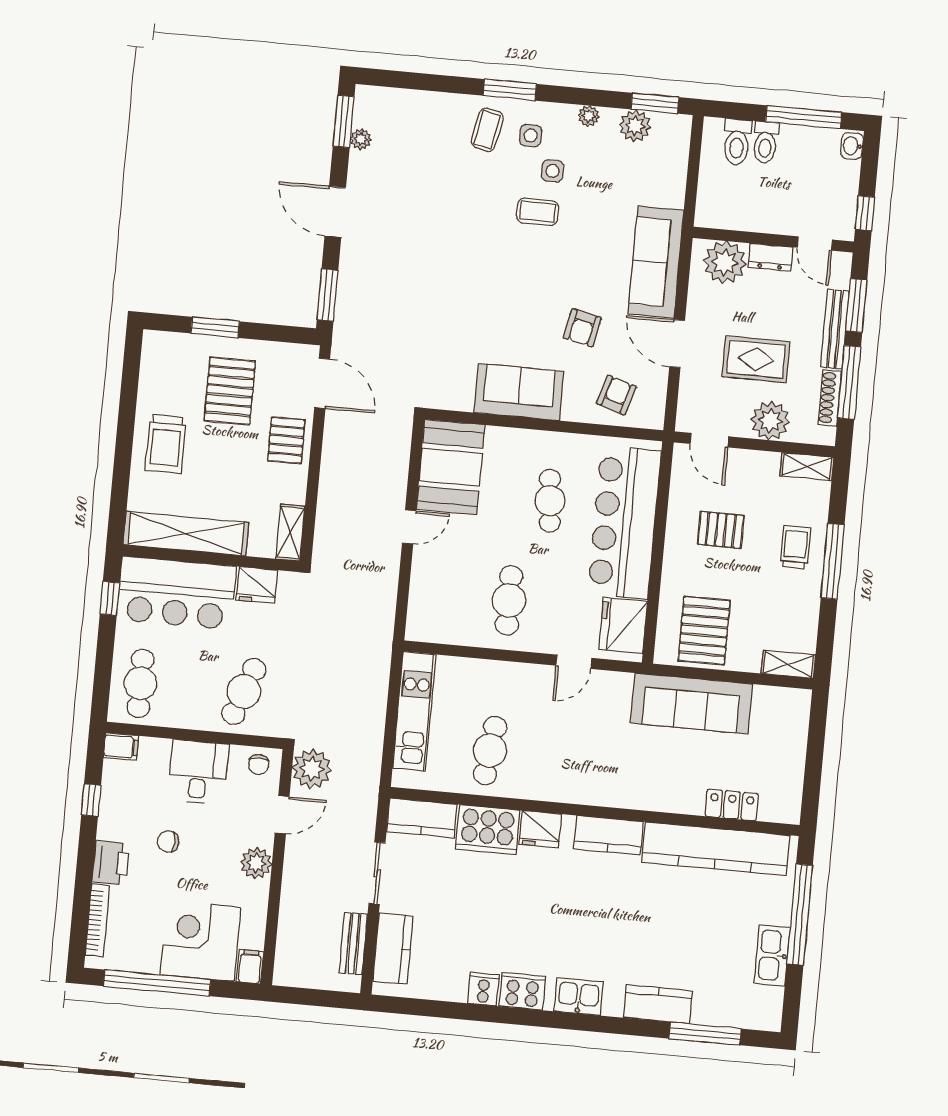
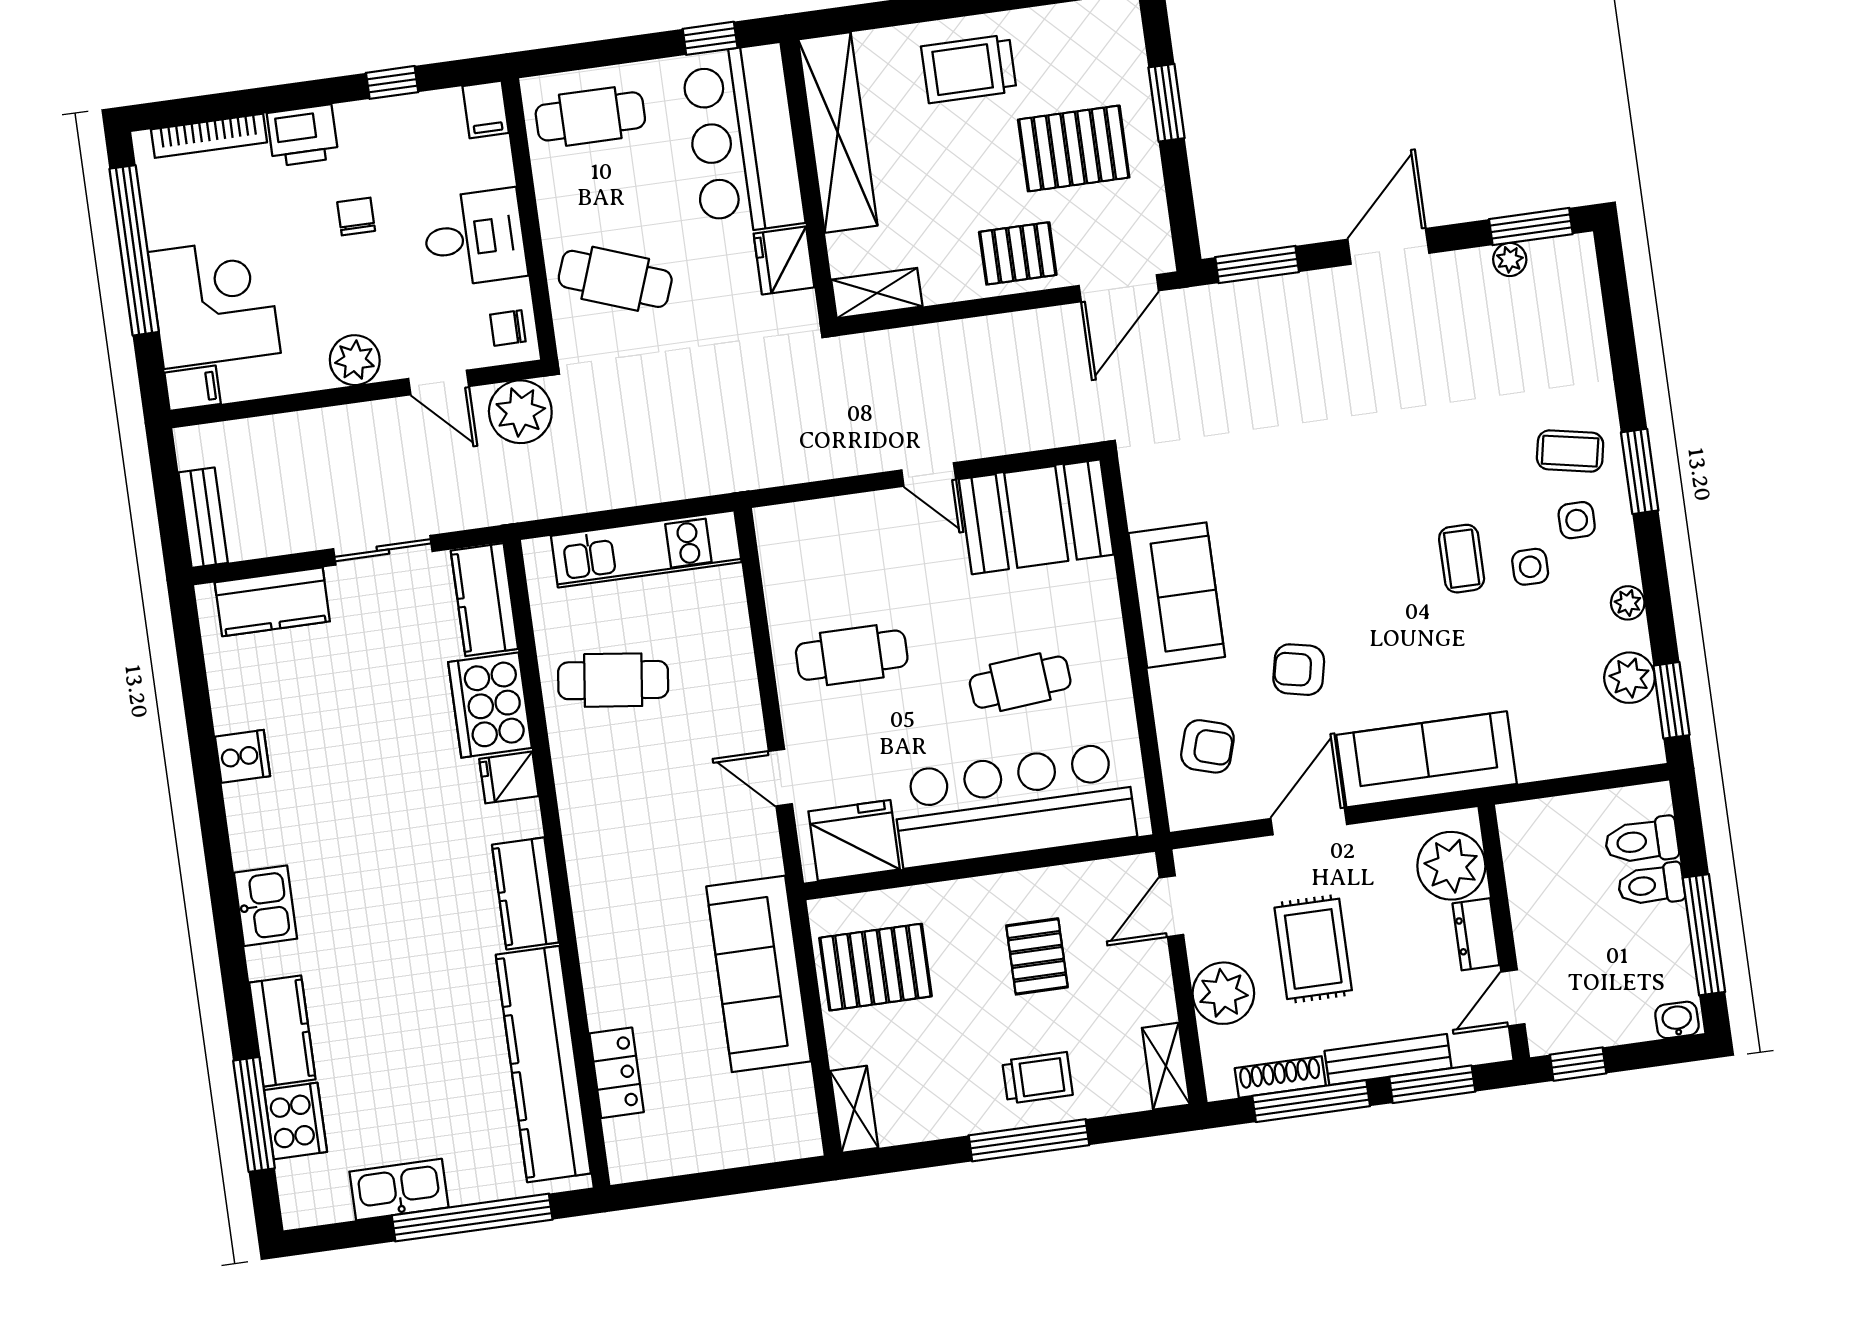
fridge: (540, 829) -> (509, 777), width x0.72
bench: (353, 944) -> (203, 518), moved, turned 90
cooker: (522, 991) -> (296, 1121), moved

